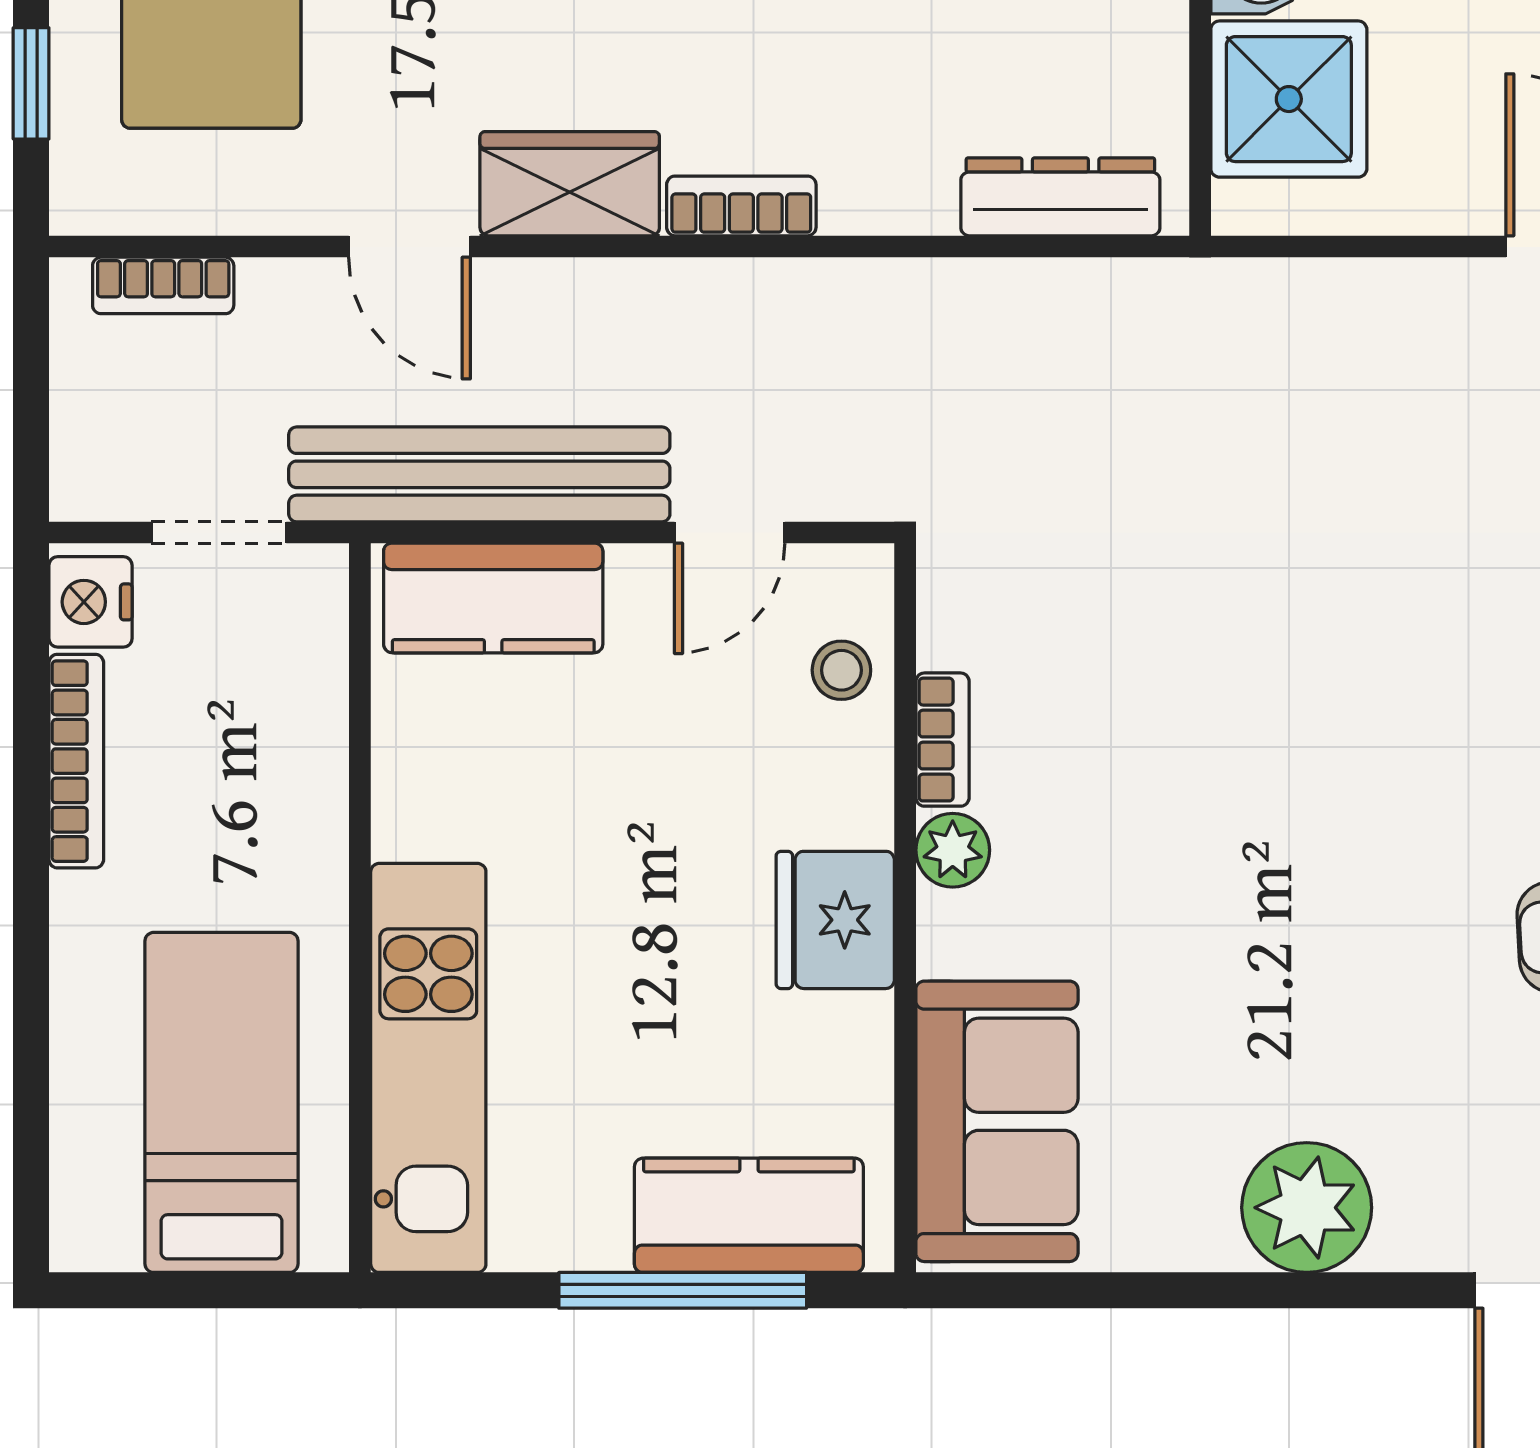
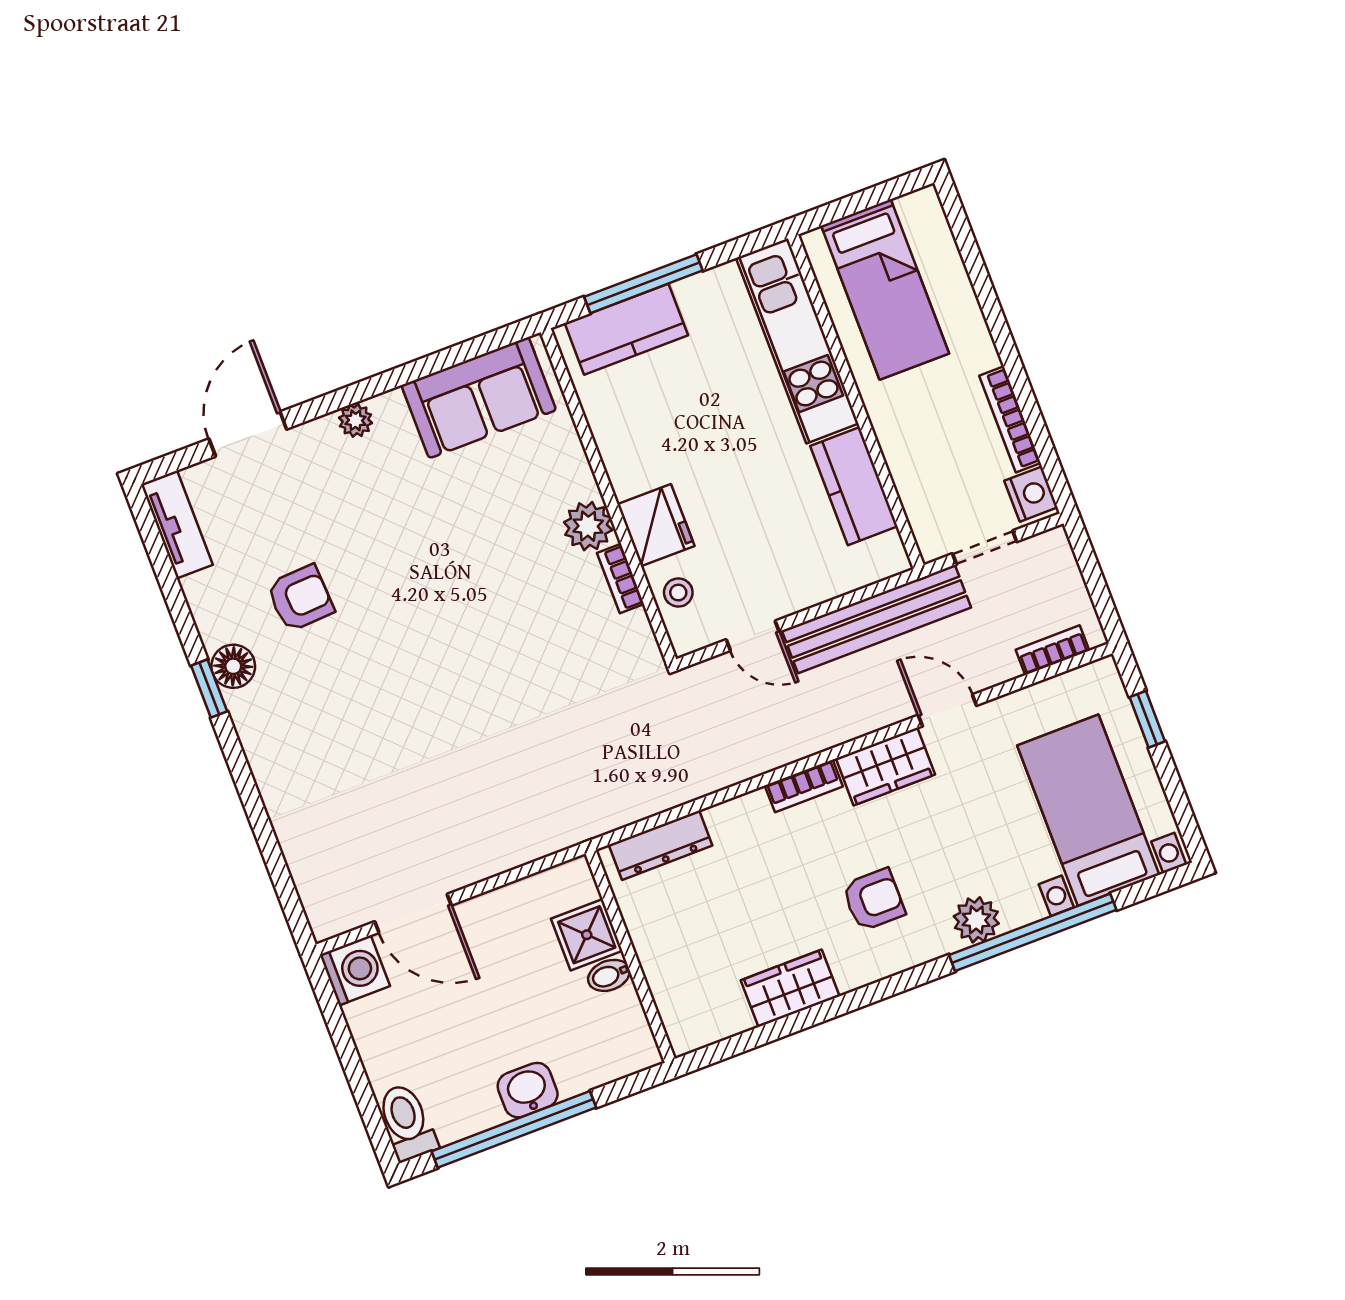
shower: (1289, 99) -> (587, 935), width x0.73, depth x0.73
door: (730, 532) -> (753, 636), swing flipped
kitchen counter: (493, 598) -> (854, 486), moved, turned -90
plant: (953, 850) -> (588, 526), width x1.38, depth x1.38
fridge: (835, 920) -> (656, 525), moved
sofa: (997, 1121) -> (479, 398), moved, turned -90
plant: (1307, 1208) -> (355, 420), width x0.53, depth x0.53

